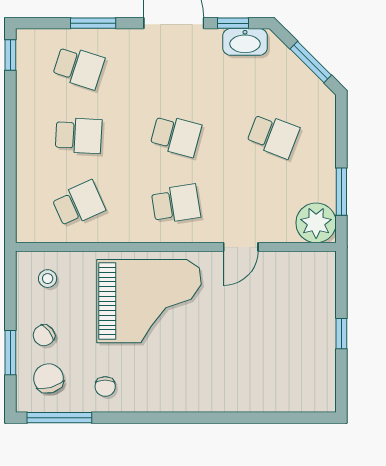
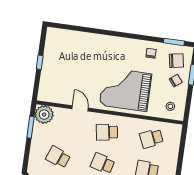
door: (241, 247) -> (80, 108), hinge flipped
chair: (49, 378) -> (176, 61), turned -84
window: (59, 418) -> (174, 42), width x0.69

